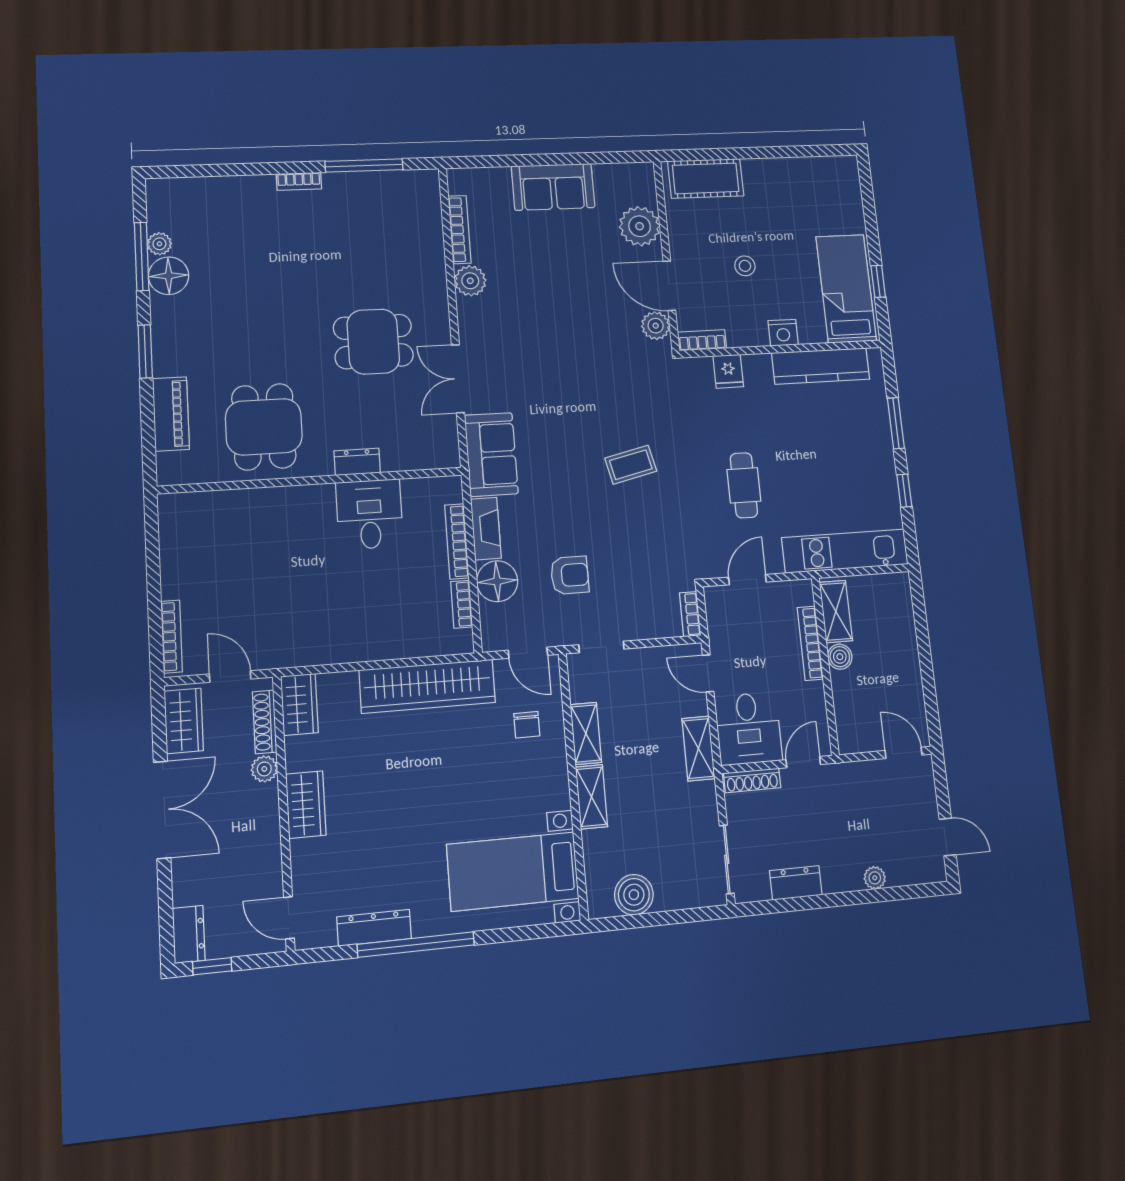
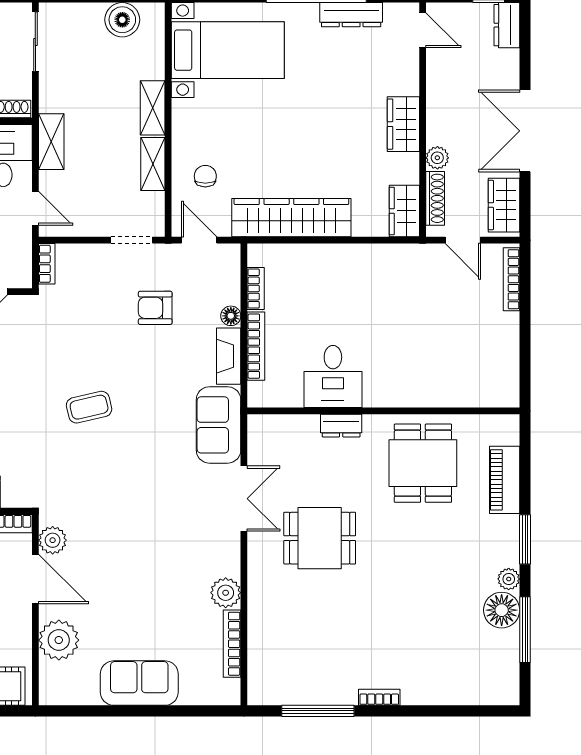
plant: (159, 244) -> (509, 579), moved
floor lamp: (497, 581) -> (231, 316), width x0.53, depth x0.53

